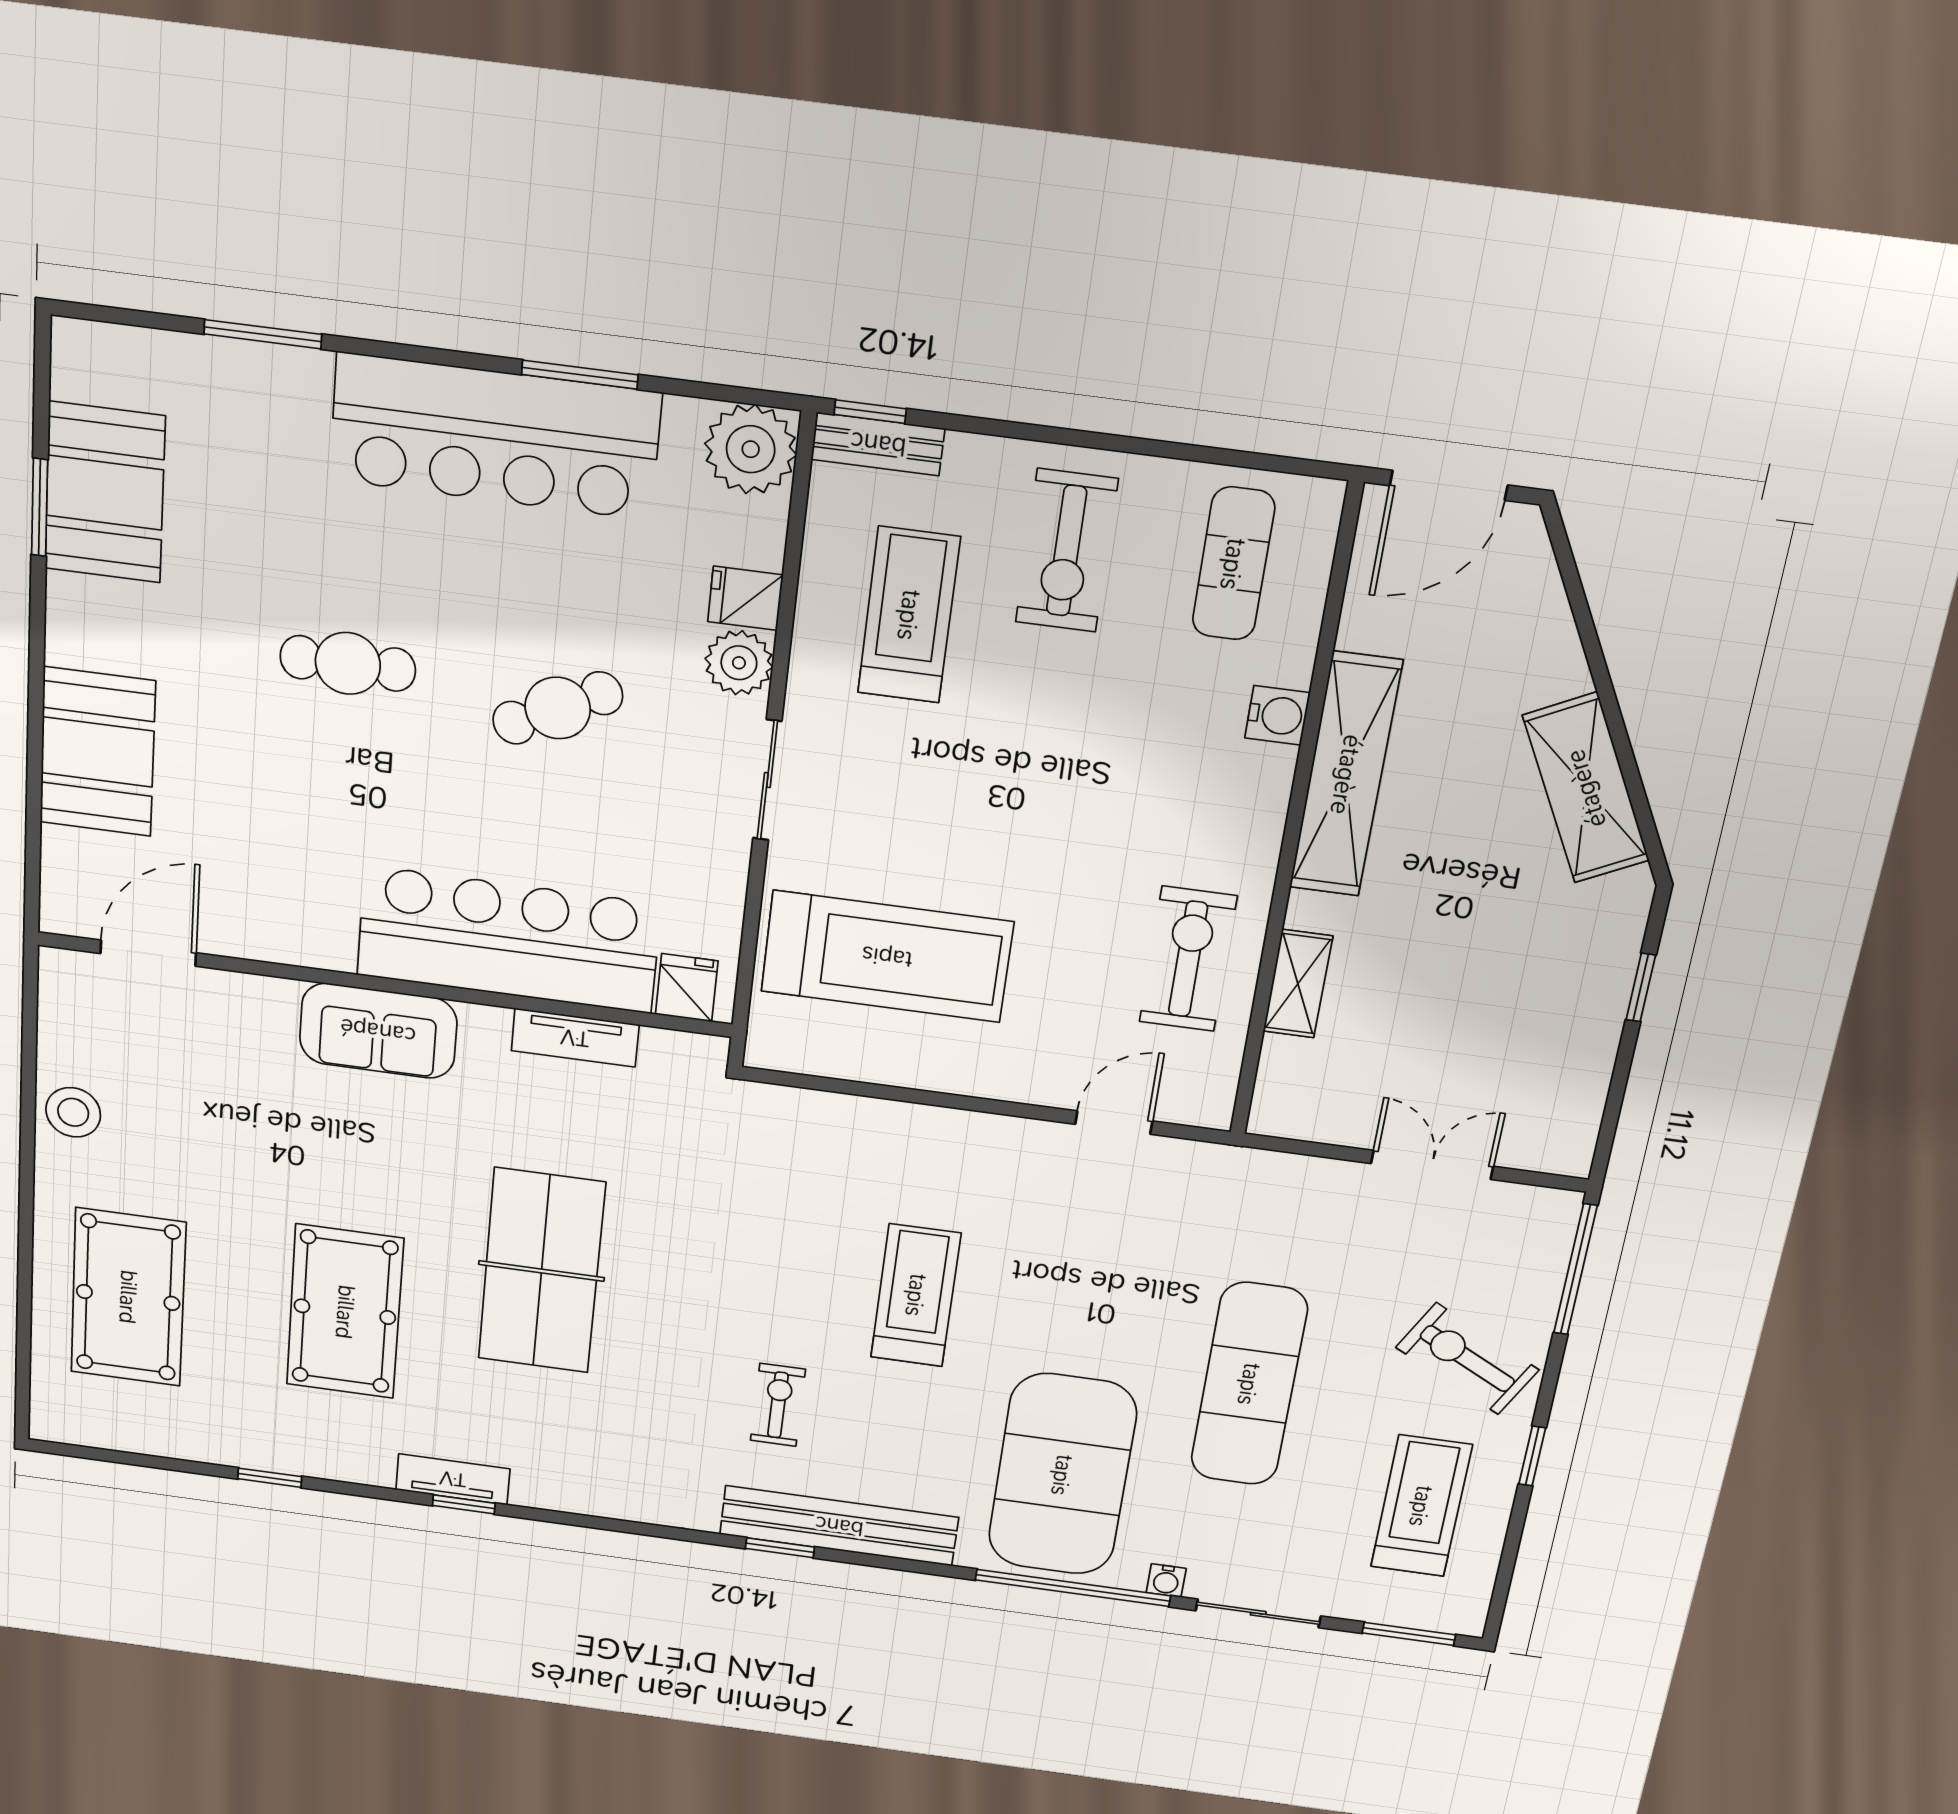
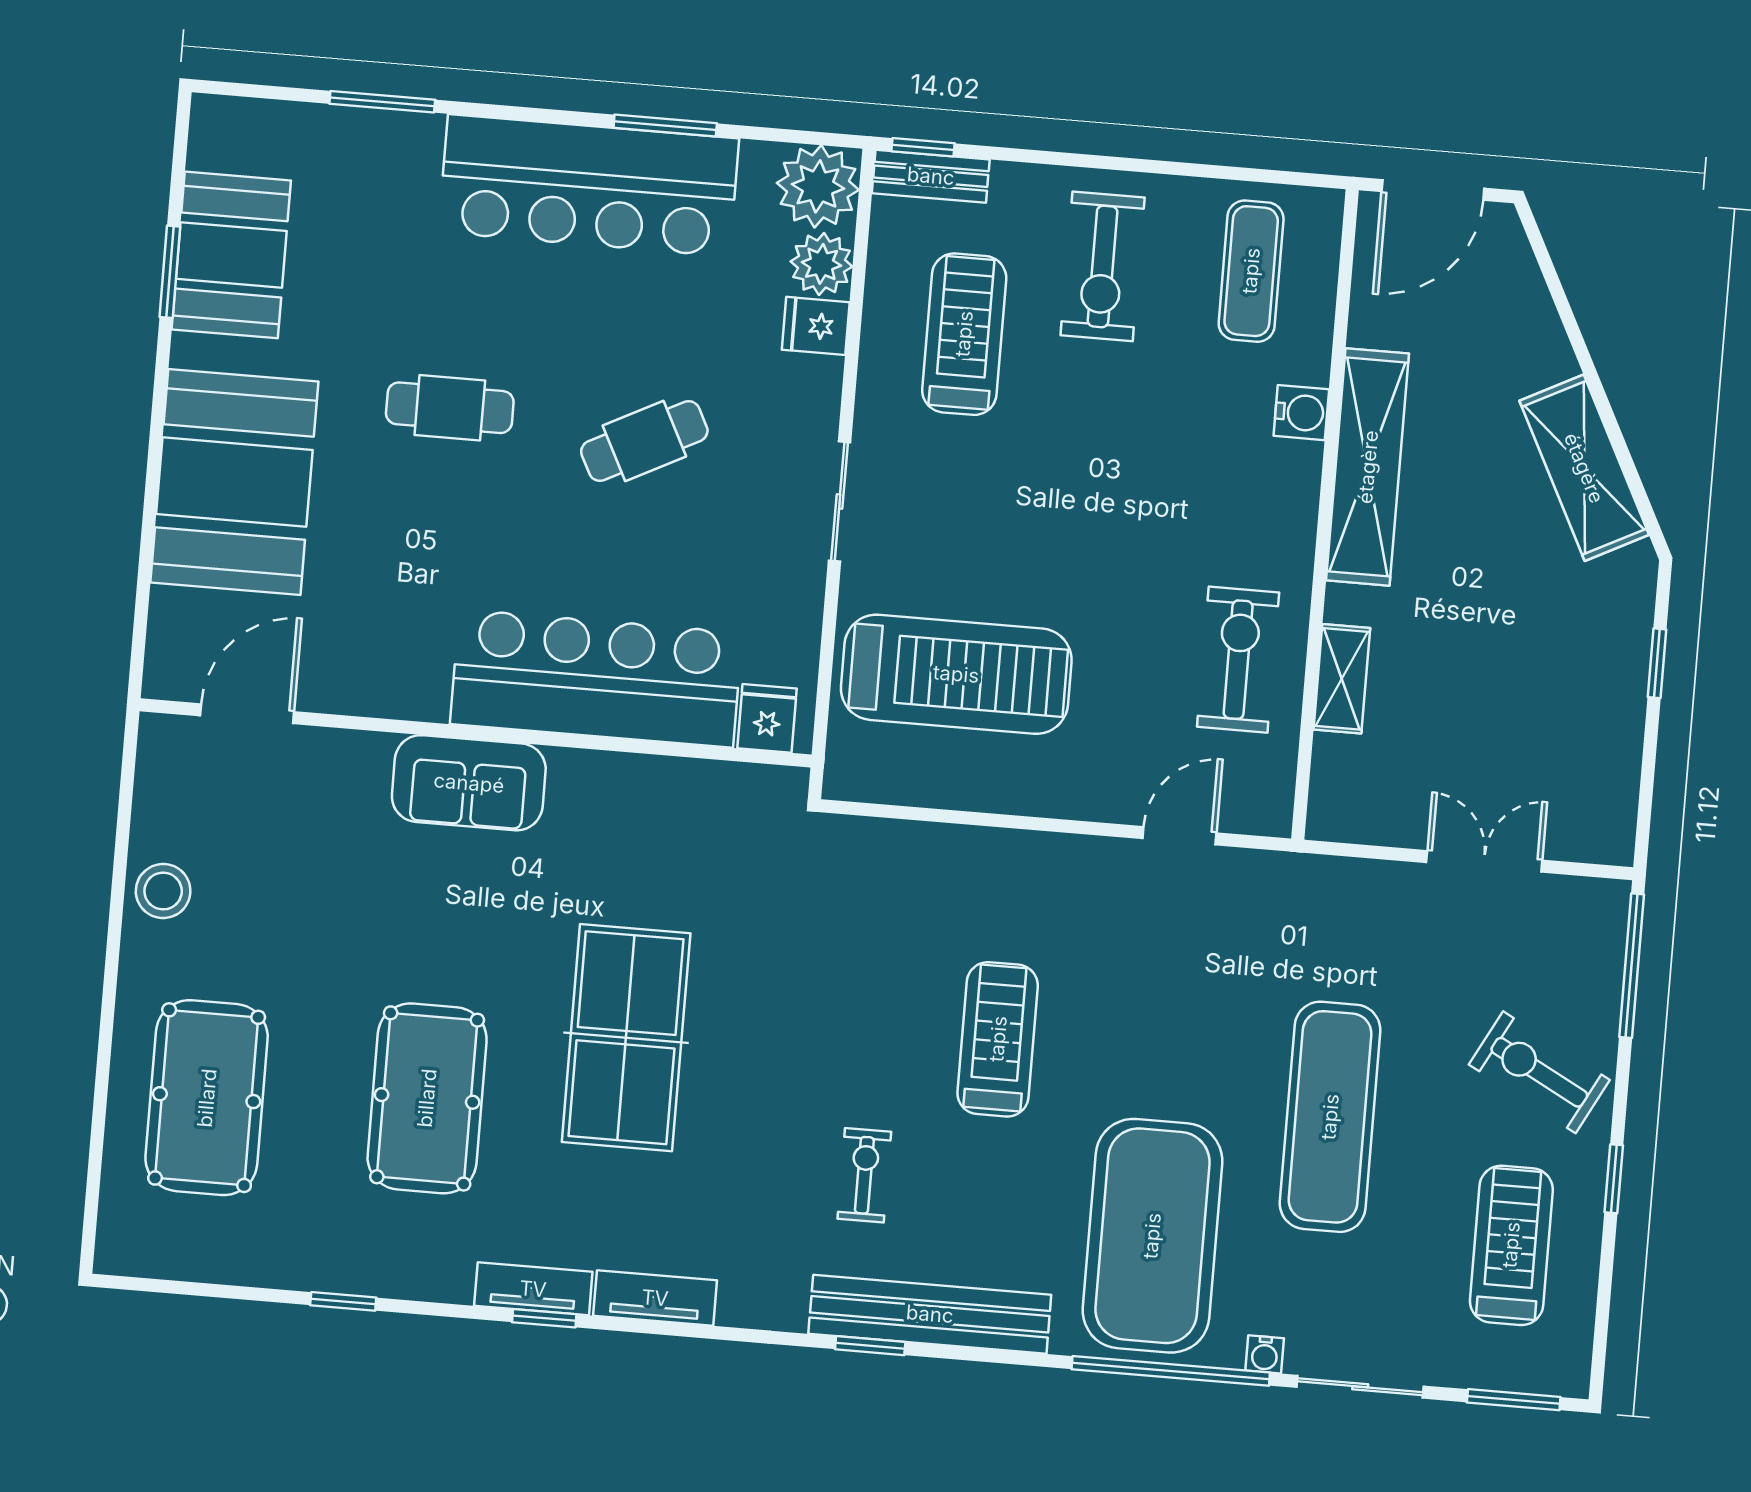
plant: (739, 663) -> (822, 264), moved
booth: (97, 752) -> (234, 482), width x1.36, depth x1.42
tv unit: (575, 1038) -> (655, 1298), moved, turned 180

